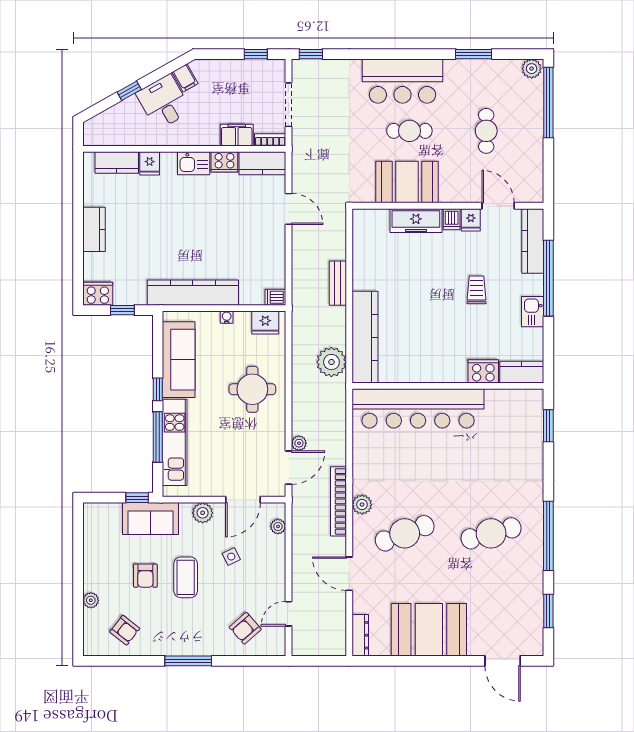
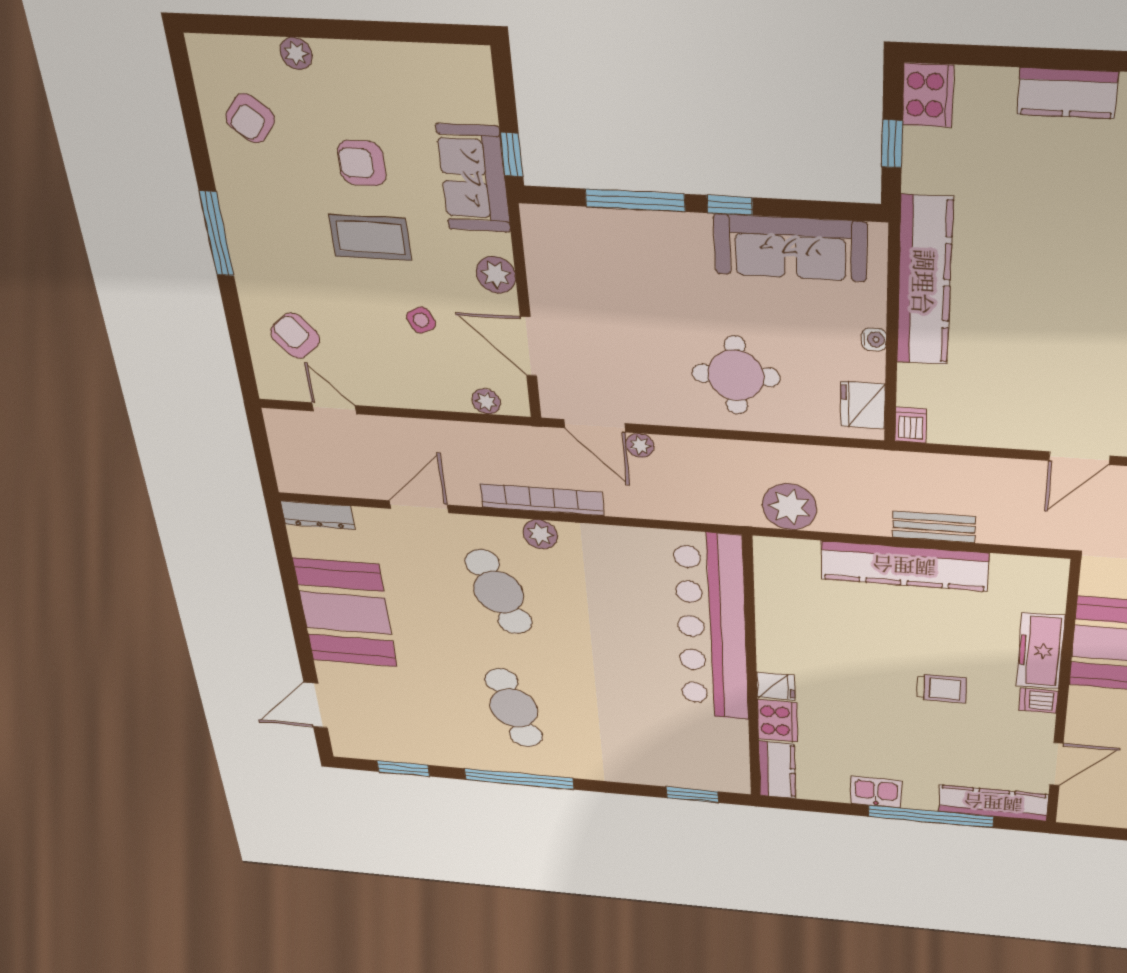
fridge: (471, 220) -> (776, 686), moved, turned 180
trolley: (476, 290) -> (942, 689), moved
kitchen counter: (365, 337) -> (904, 566), moved
kitchen unit: (175, 442) -> (627, 231), removed

